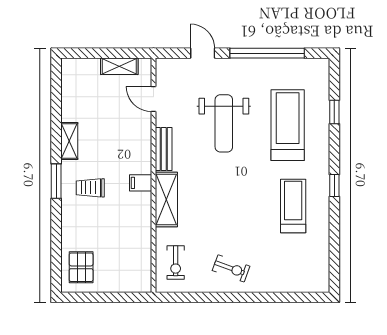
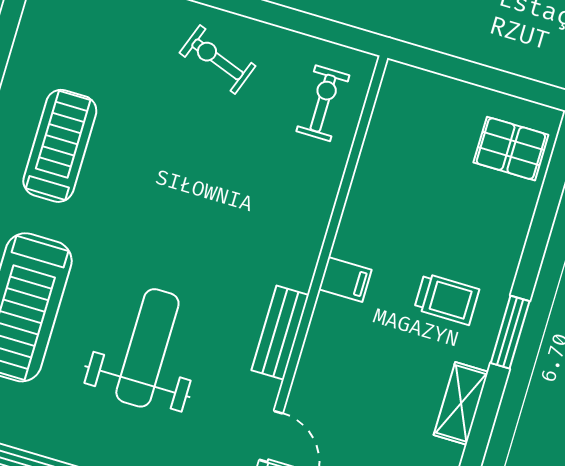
shelving: (166, 200) -> (304, 232), removed
treadmill: (293, 206) -> (60, 146), turned 180
pallet: (81, 267) -> (511, 149), turned 90

